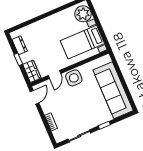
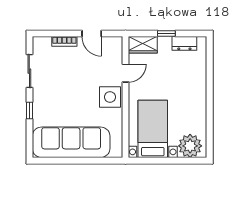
door: (54, 75) -> (125, 73), swing flipped
door: (34, 97) -> (92, 34), moved

